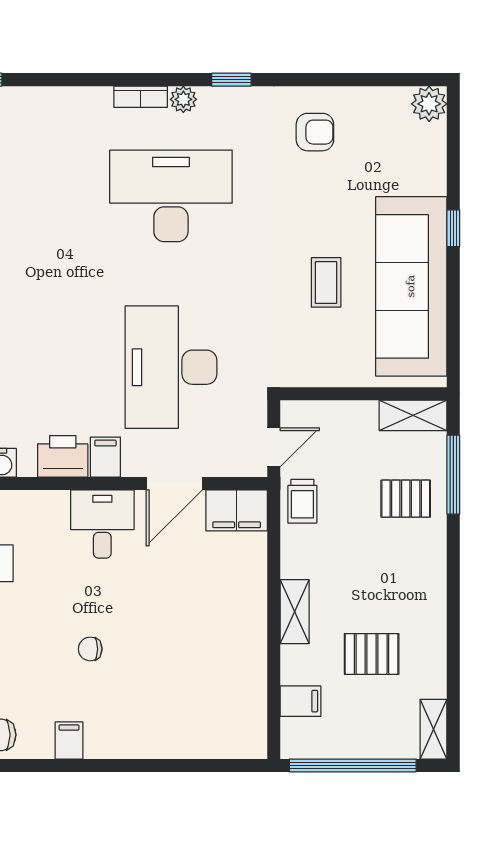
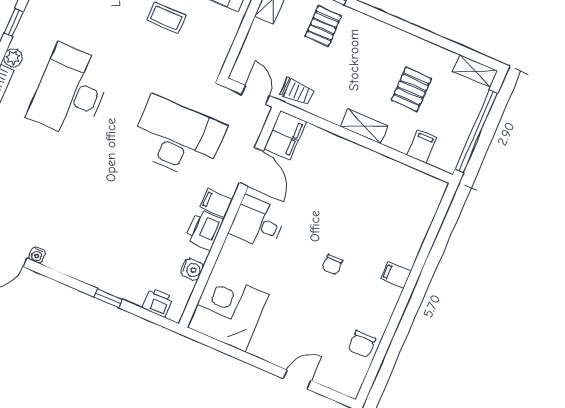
desk: (171, 367) -> (178, 138), turned 180
filing cabinet: (69, 741) -> (396, 275), moved

